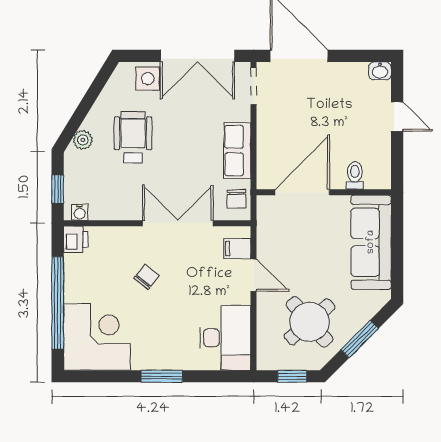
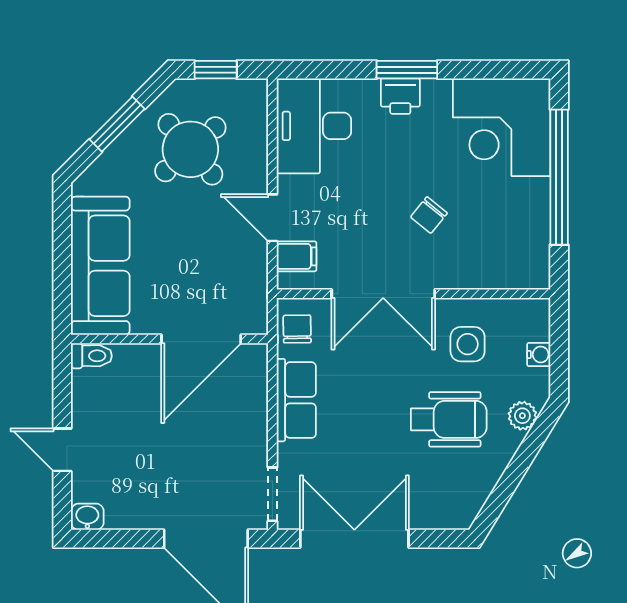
side table: (148, 79) -> (468, 344), moved
wheelchair: (133, 137) -> (449, 419), turned -90
toilet: (355, 175) -> (91, 356), moved, turned -90
window: (58, 189) -> (559, 344), removed
water cooler: (80, 212) -> (539, 354), moved, turned 90
printer: (76, 239) -> (400, 96), moved, turned -90

